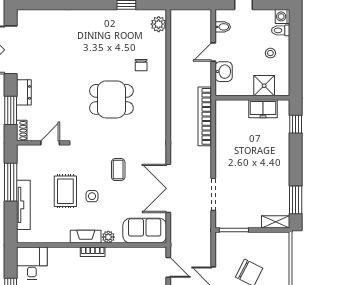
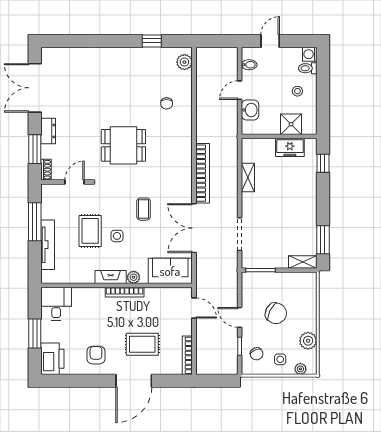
dining table: (111, 99) -> (123, 145), moved
bookcase: (205, 116) -> (203, 173), moved, turned 180
shelving: (222, 138) -> (248, 177), added
bookcase: (93, 252) -> (125, 292), width x1.56

